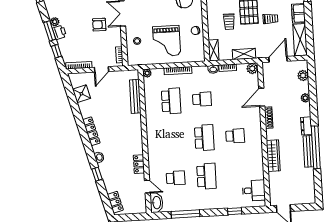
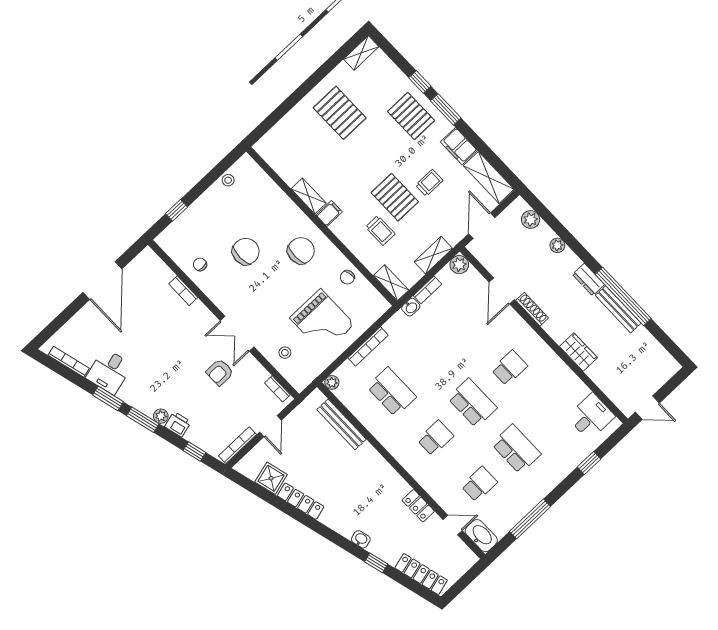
window: (50, 31) -> (143, 420), moved
school desk: (202, 99) -> (435, 438), moved
locker: (91, 131) -> (301, 501), moved
wardrobe: (273, 156) -> (578, 352), width x0.67
locker: (115, 202) -> (421, 574), width x1.53

